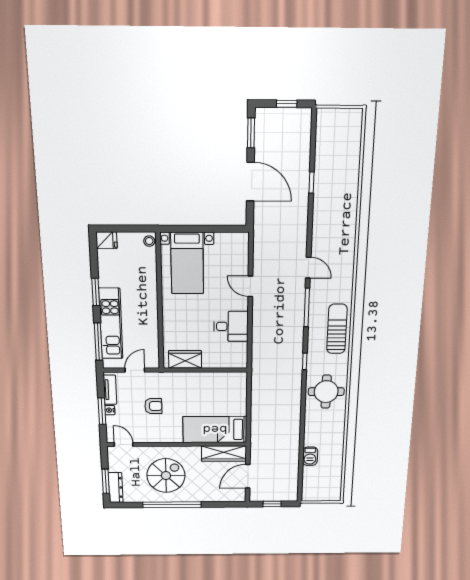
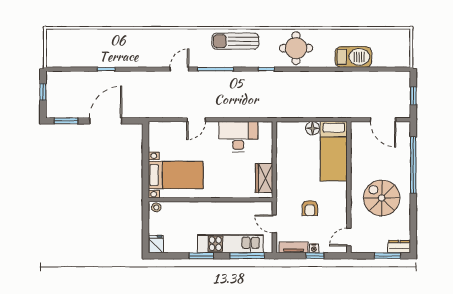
desk: (231, 326) -> (238, 137), width x1.37
armchair: (153, 406) -> (310, 208), turned 180
floor lamp: (240, 408) -> (312, 128), added
window: (102, 411) -> (315, 256), width x0.67
wardrobe: (224, 454) -> (359, 143), removed
barbecue: (310, 456) -> (353, 57), width x1.88, depth x1.53
dresser: (116, 488) -> (399, 247), width x0.70
window: (172, 505) -> (413, 165), moved

